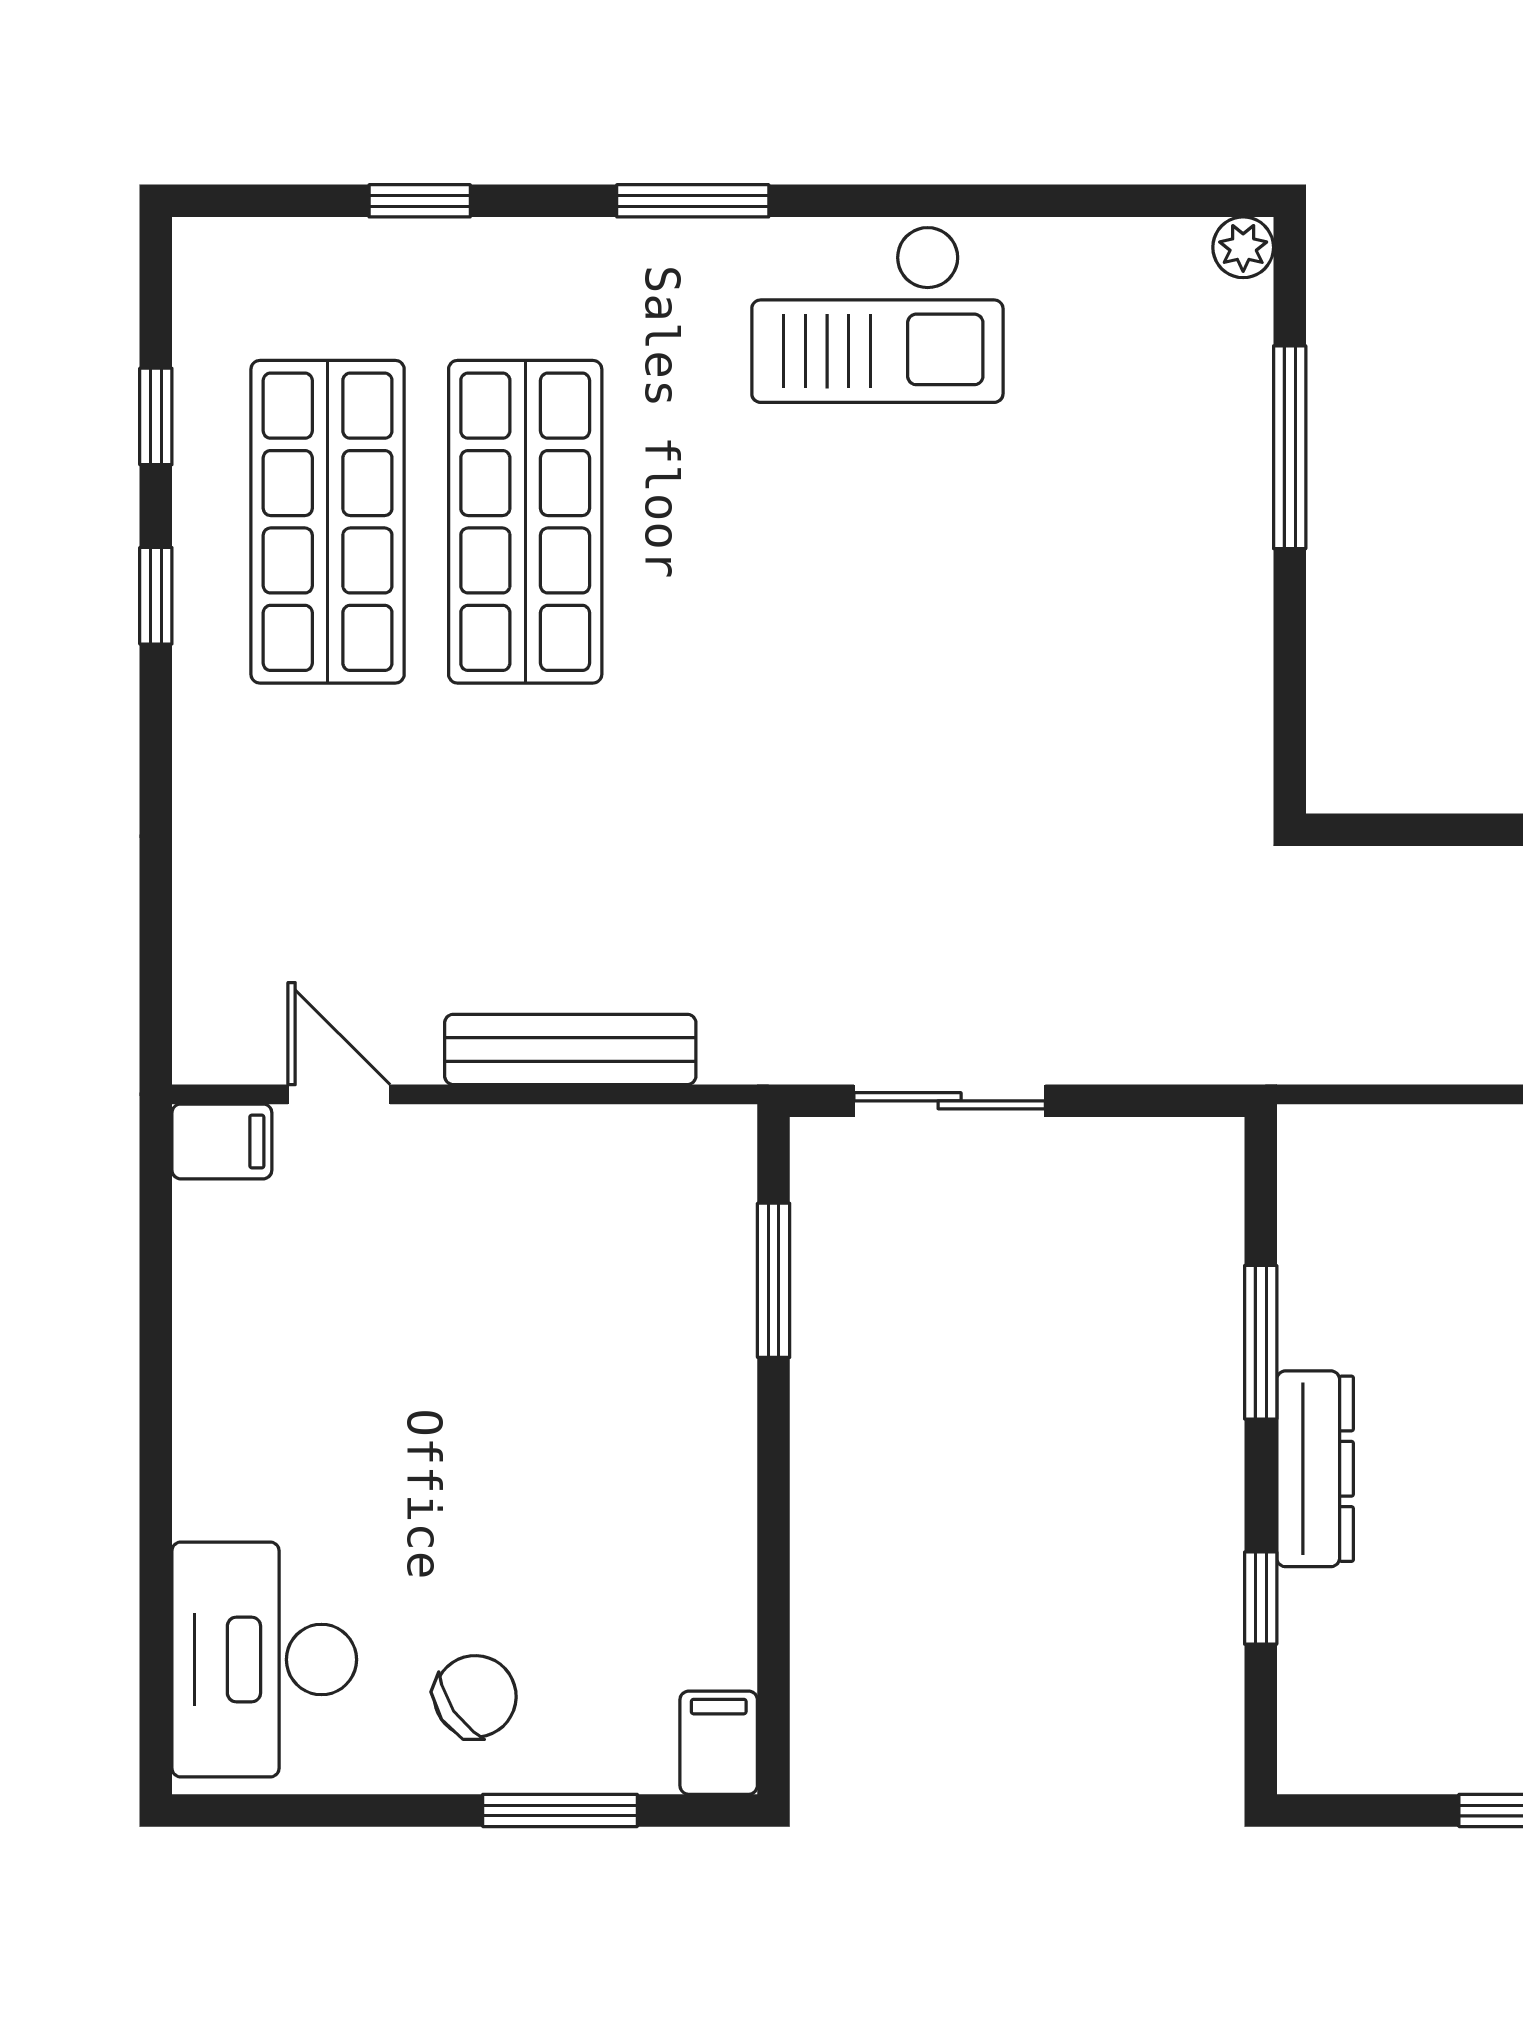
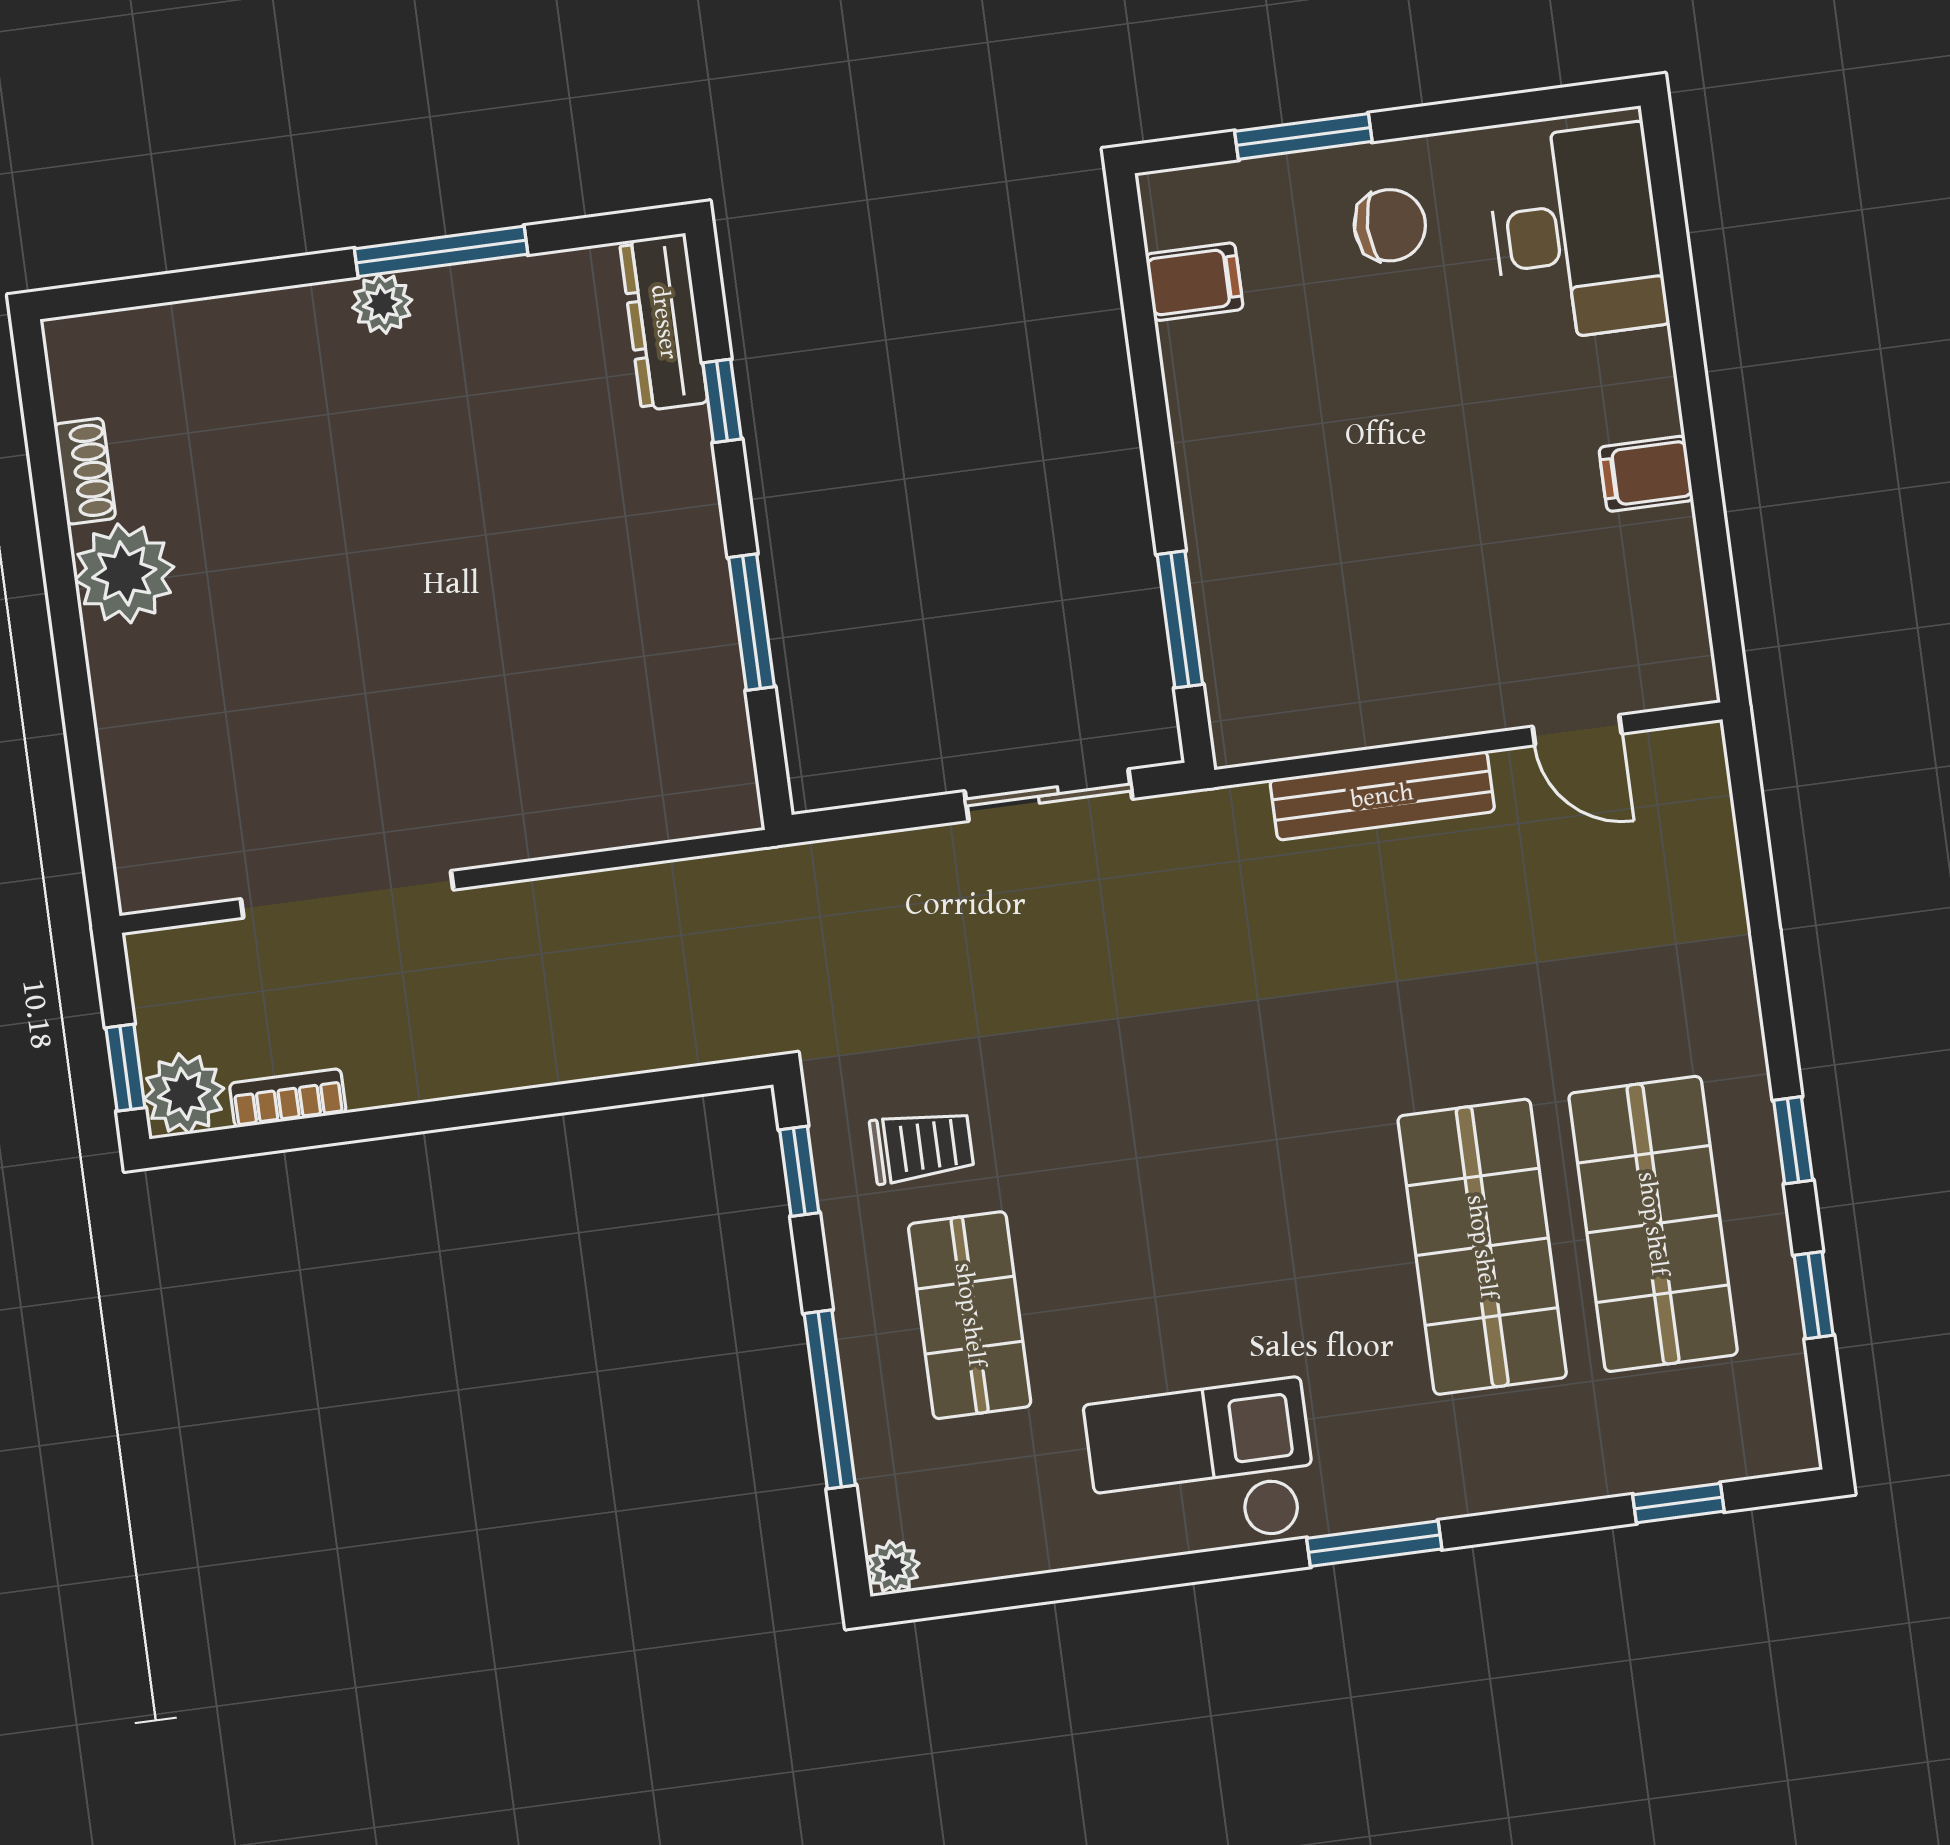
window: (420, 201) -> (1678, 1503), moved
shop shelf: (1118, 522) -> (970, 1315), added
window: (1290, 711) -> (799, 1171), added
trolley: (1147, 721) -> (922, 1146), added
filing cabinet: (222, 1141) -> (1646, 474), moved
dresser: (1315, 1469) -> (664, 322), moved
chair: (475, 1696) -> (1390, 225), turned -146
filing cabinet: (719, 1743) -> (1194, 282), moved, turned -90

